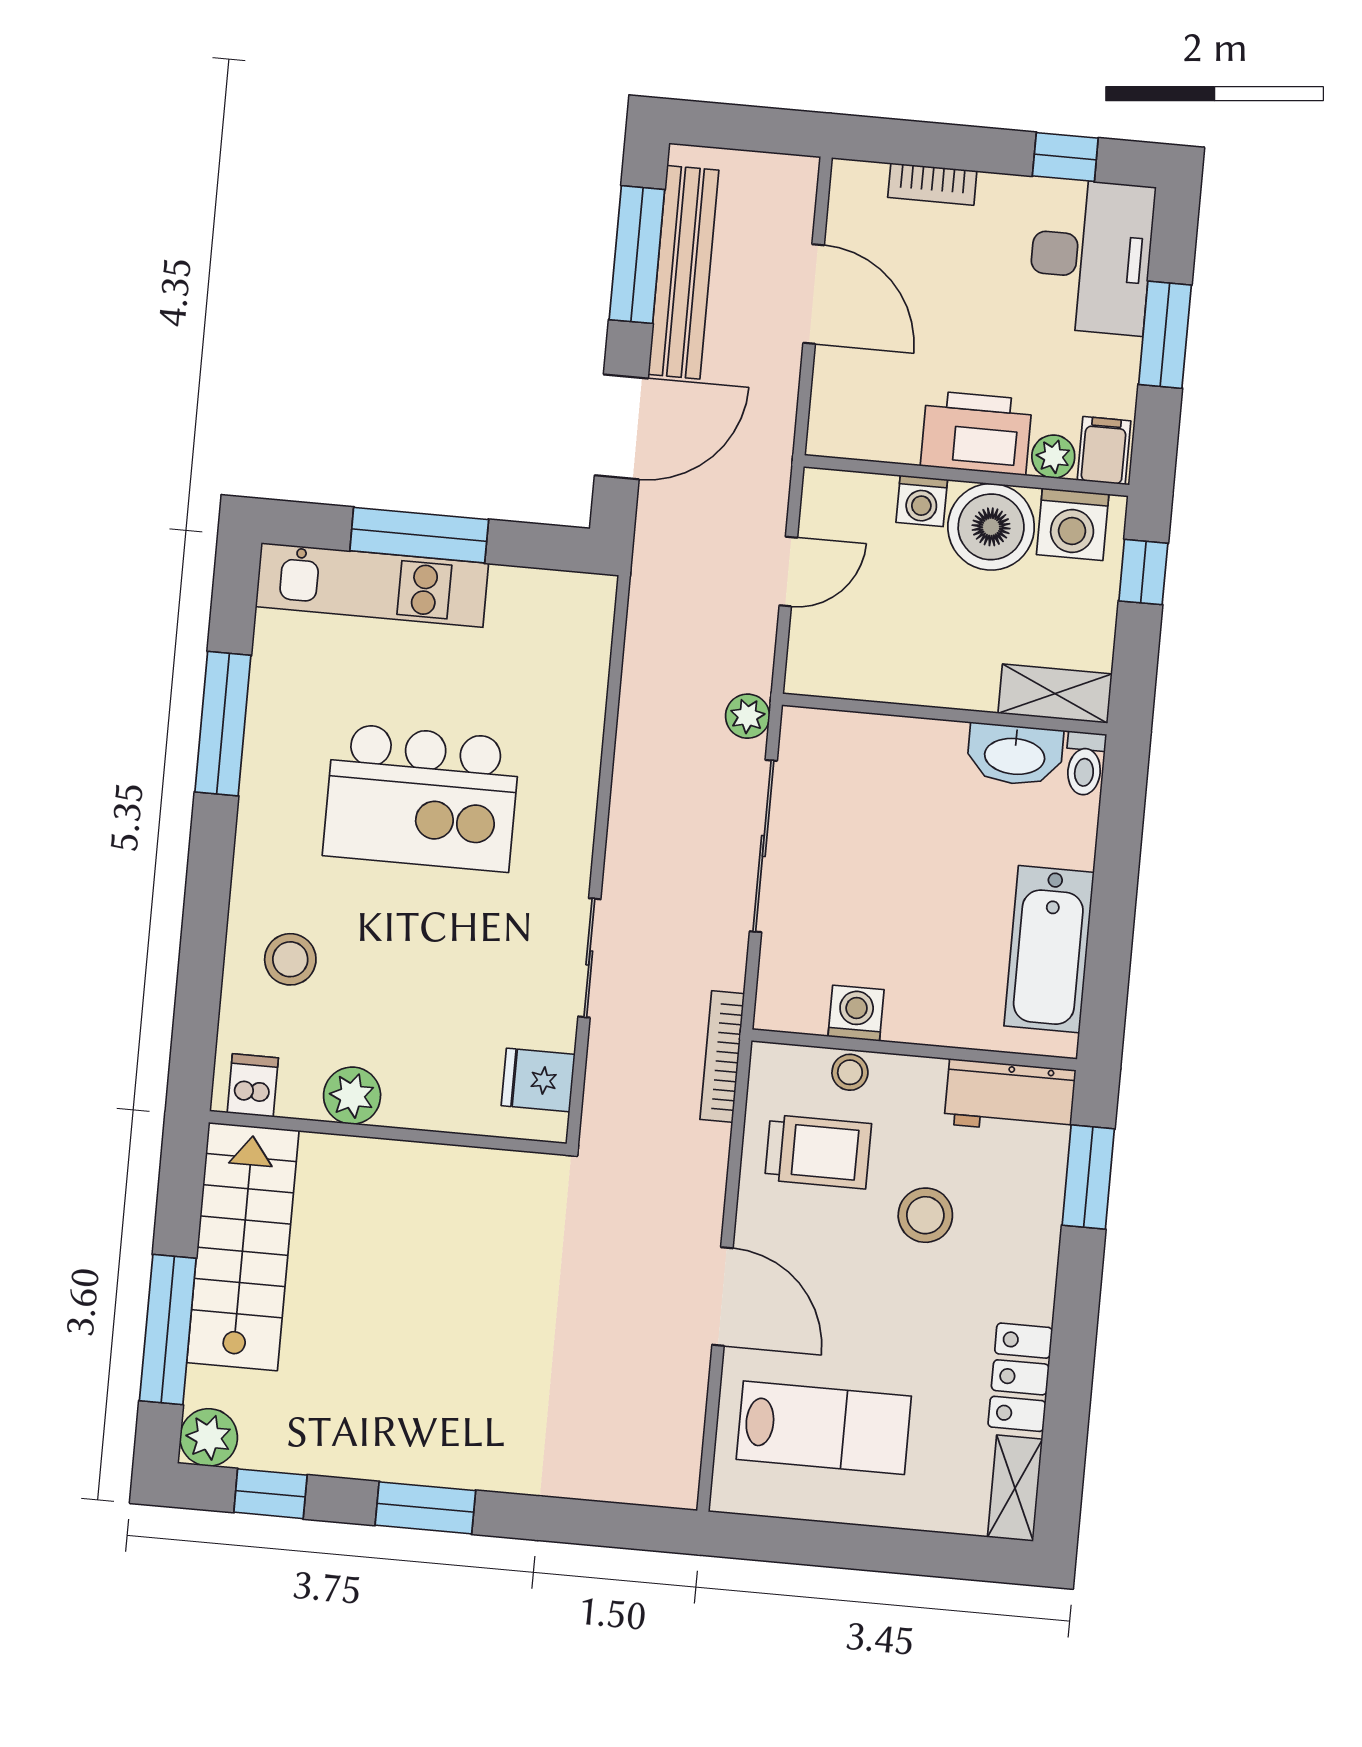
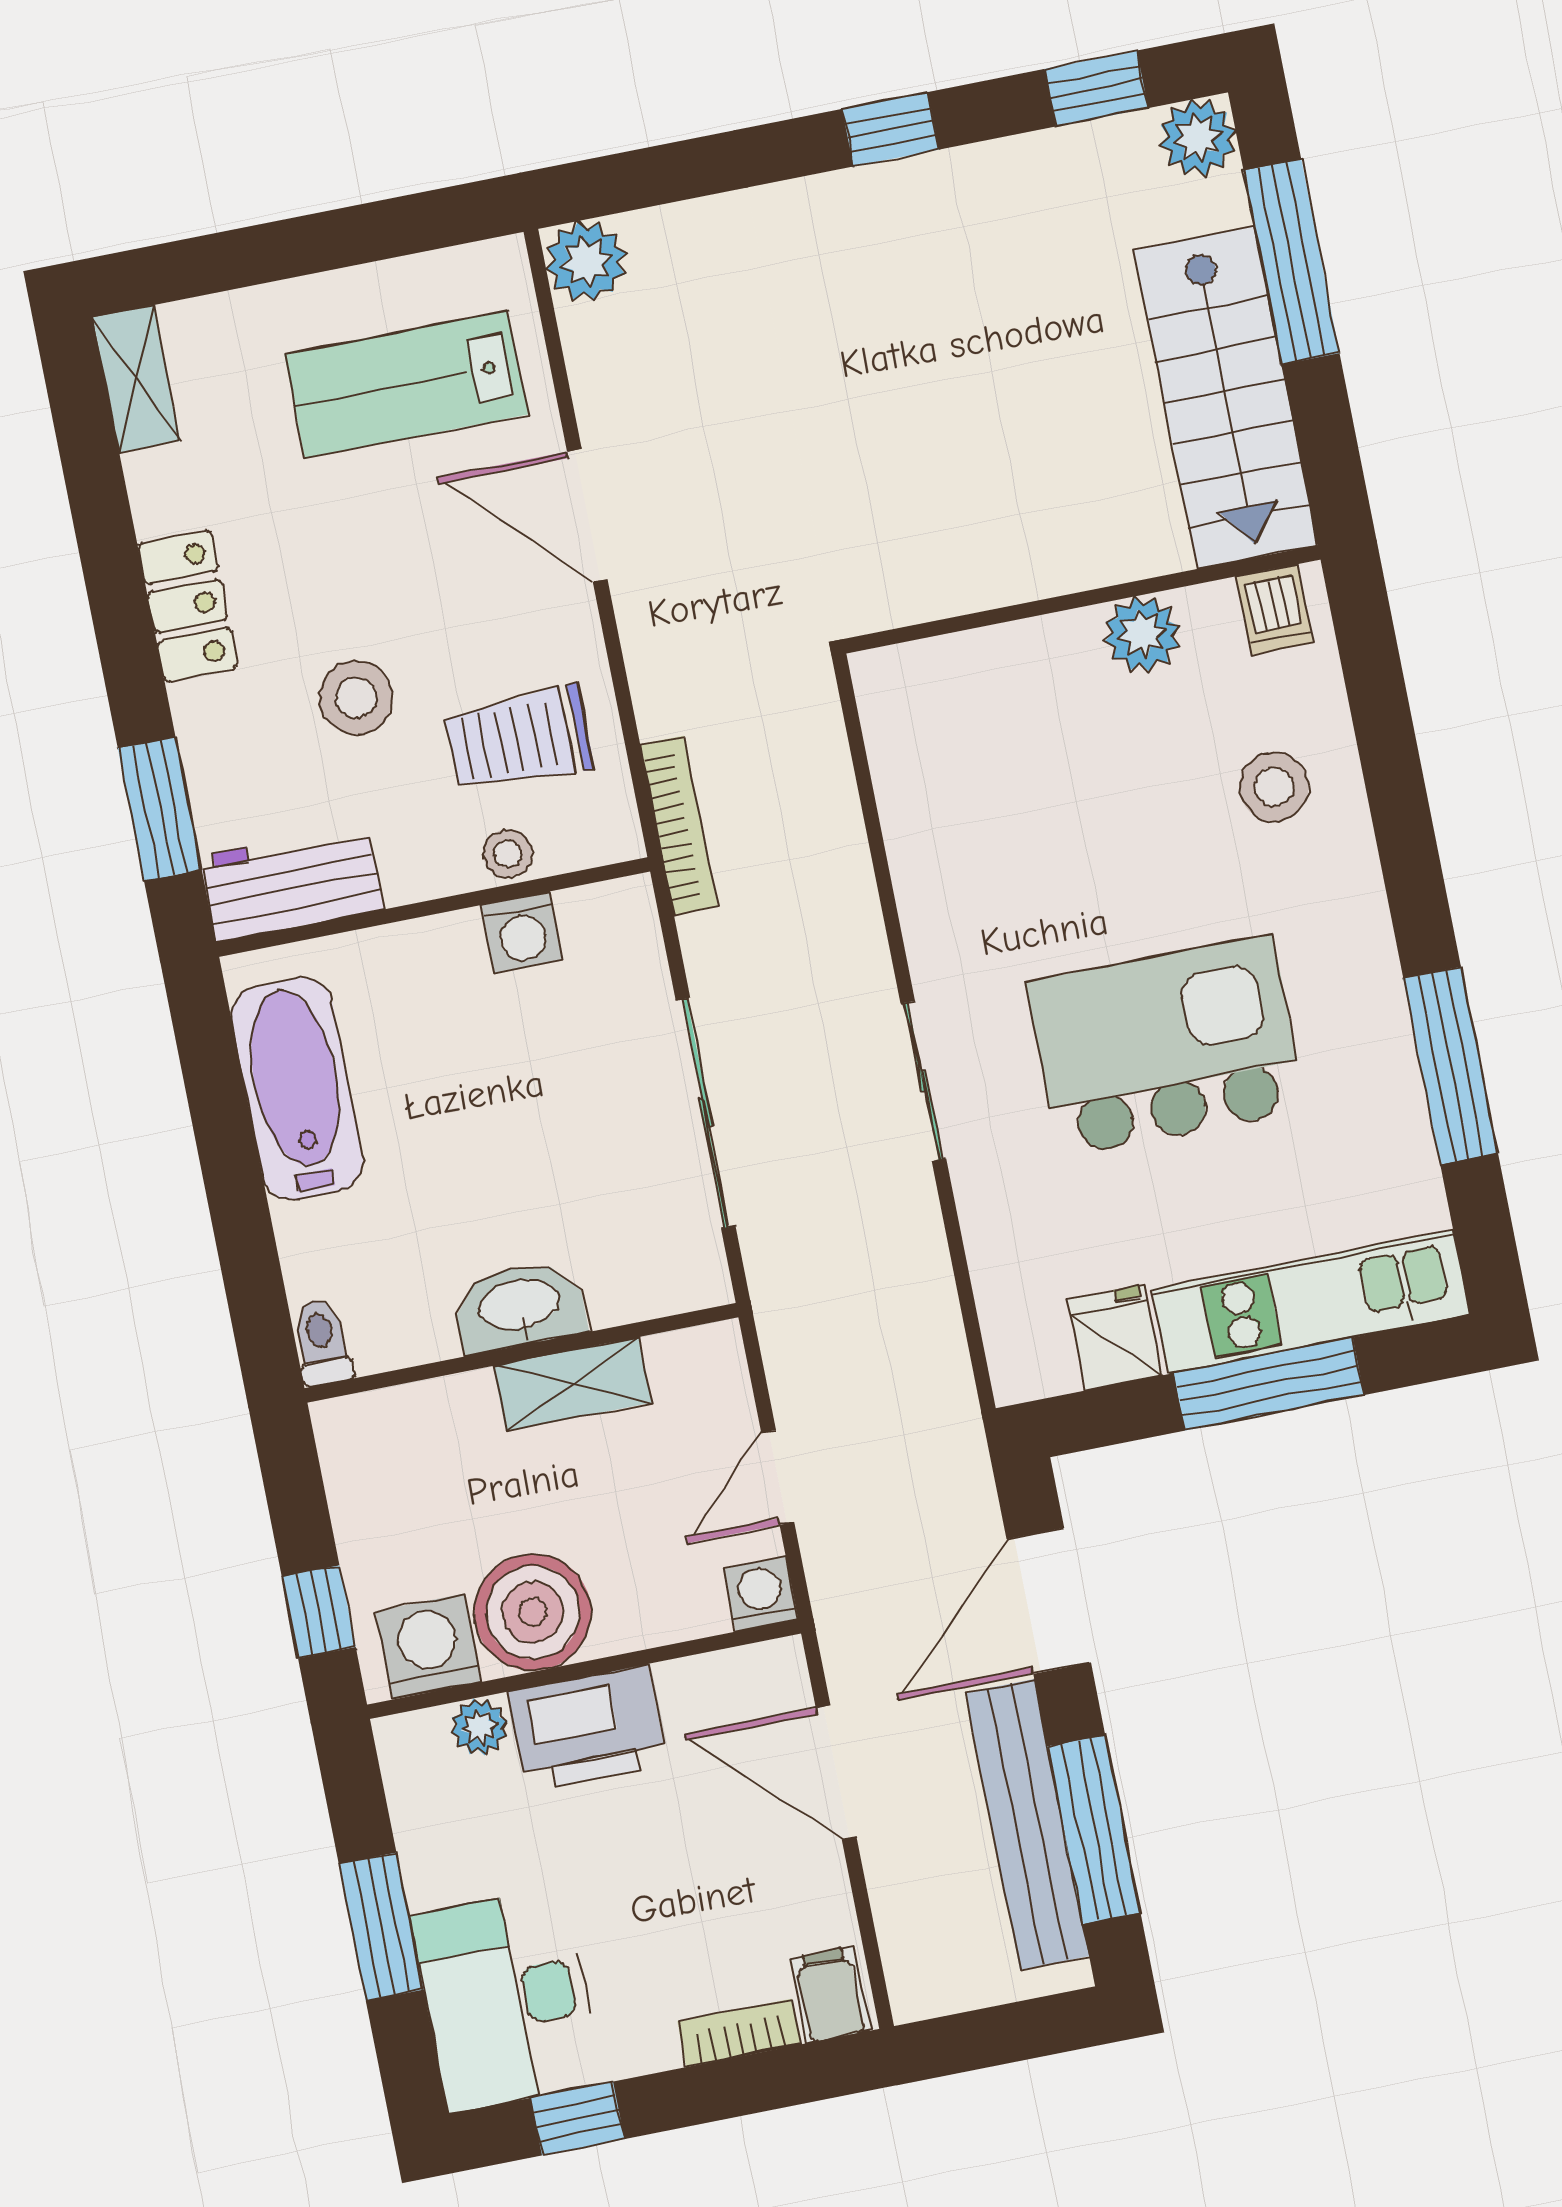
door: (814, 294) -> (836, 1772), moved
filing cabinet: (1104, 451) -> (830, 1995), moved, turned 180
washing machine: (922, 501) -> (761, 1594), moved
shelving: (1055, 694) -> (573, 1384), moved
plant: (748, 716) -> (586, 261), moved, width x1.38, depth x1.38
washbasin: (1015, 755) -> (520, 1306), moved
sliding door: (589, 958) -> (923, 1081), moved
fridge: (538, 1080) -> (1115, 1337), moved, turned -90
locker: (1020, 1377) -> (188, 606), moved
window: (425, 1508) -> (891, 129), width x0.67

